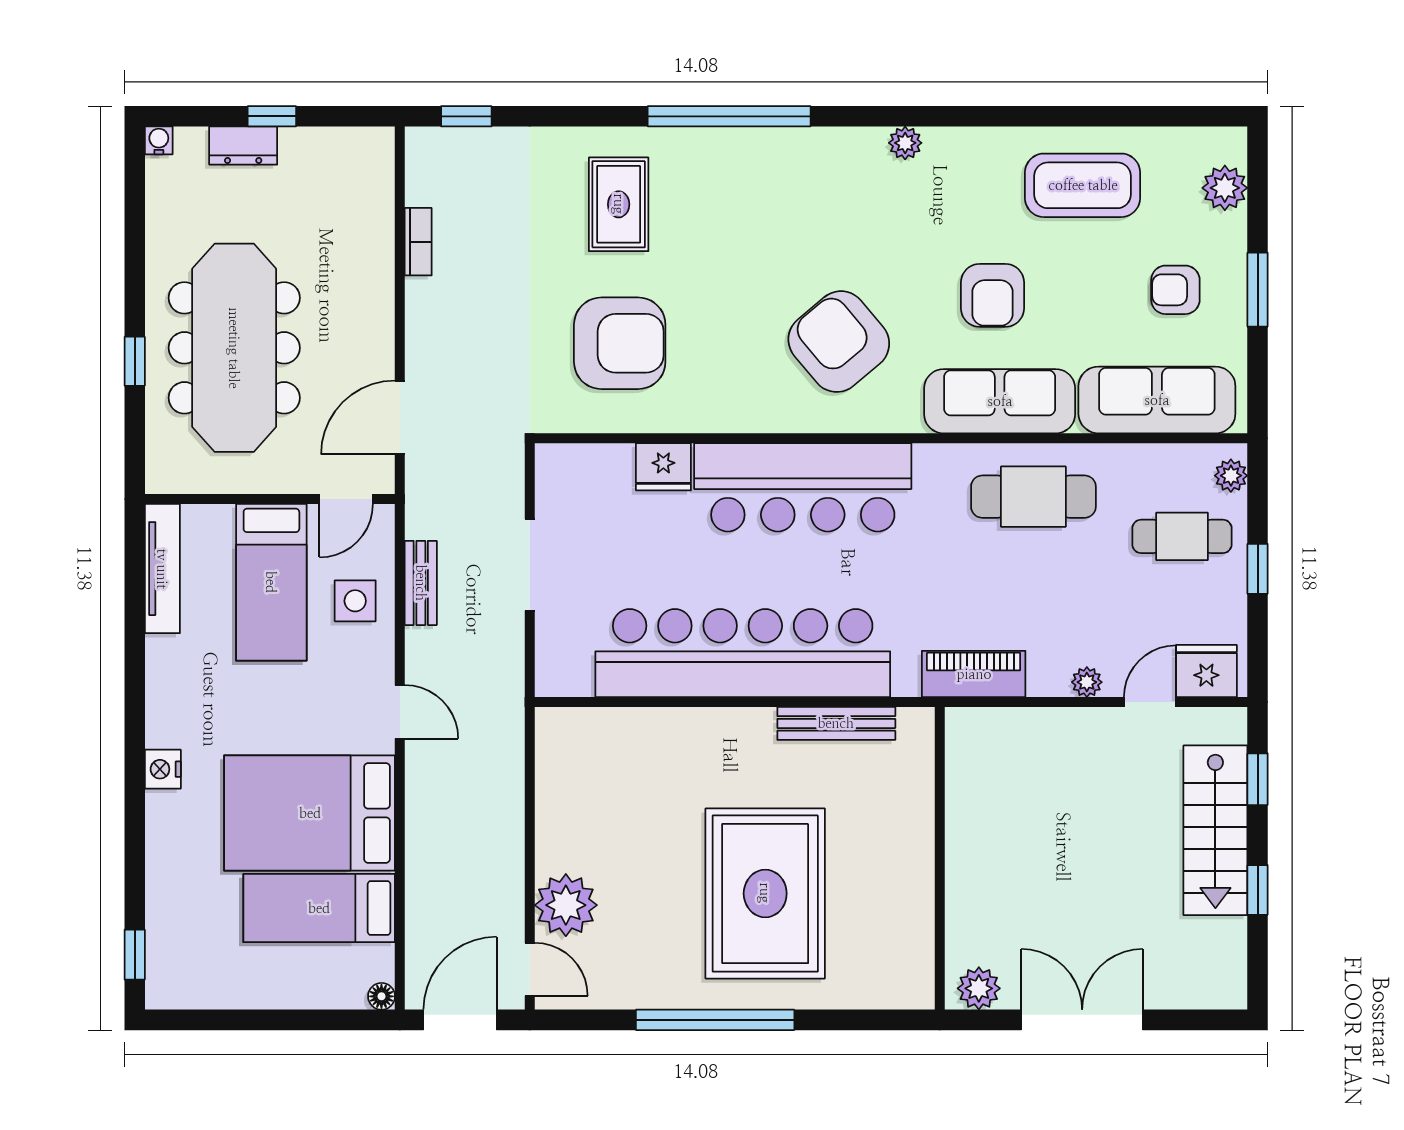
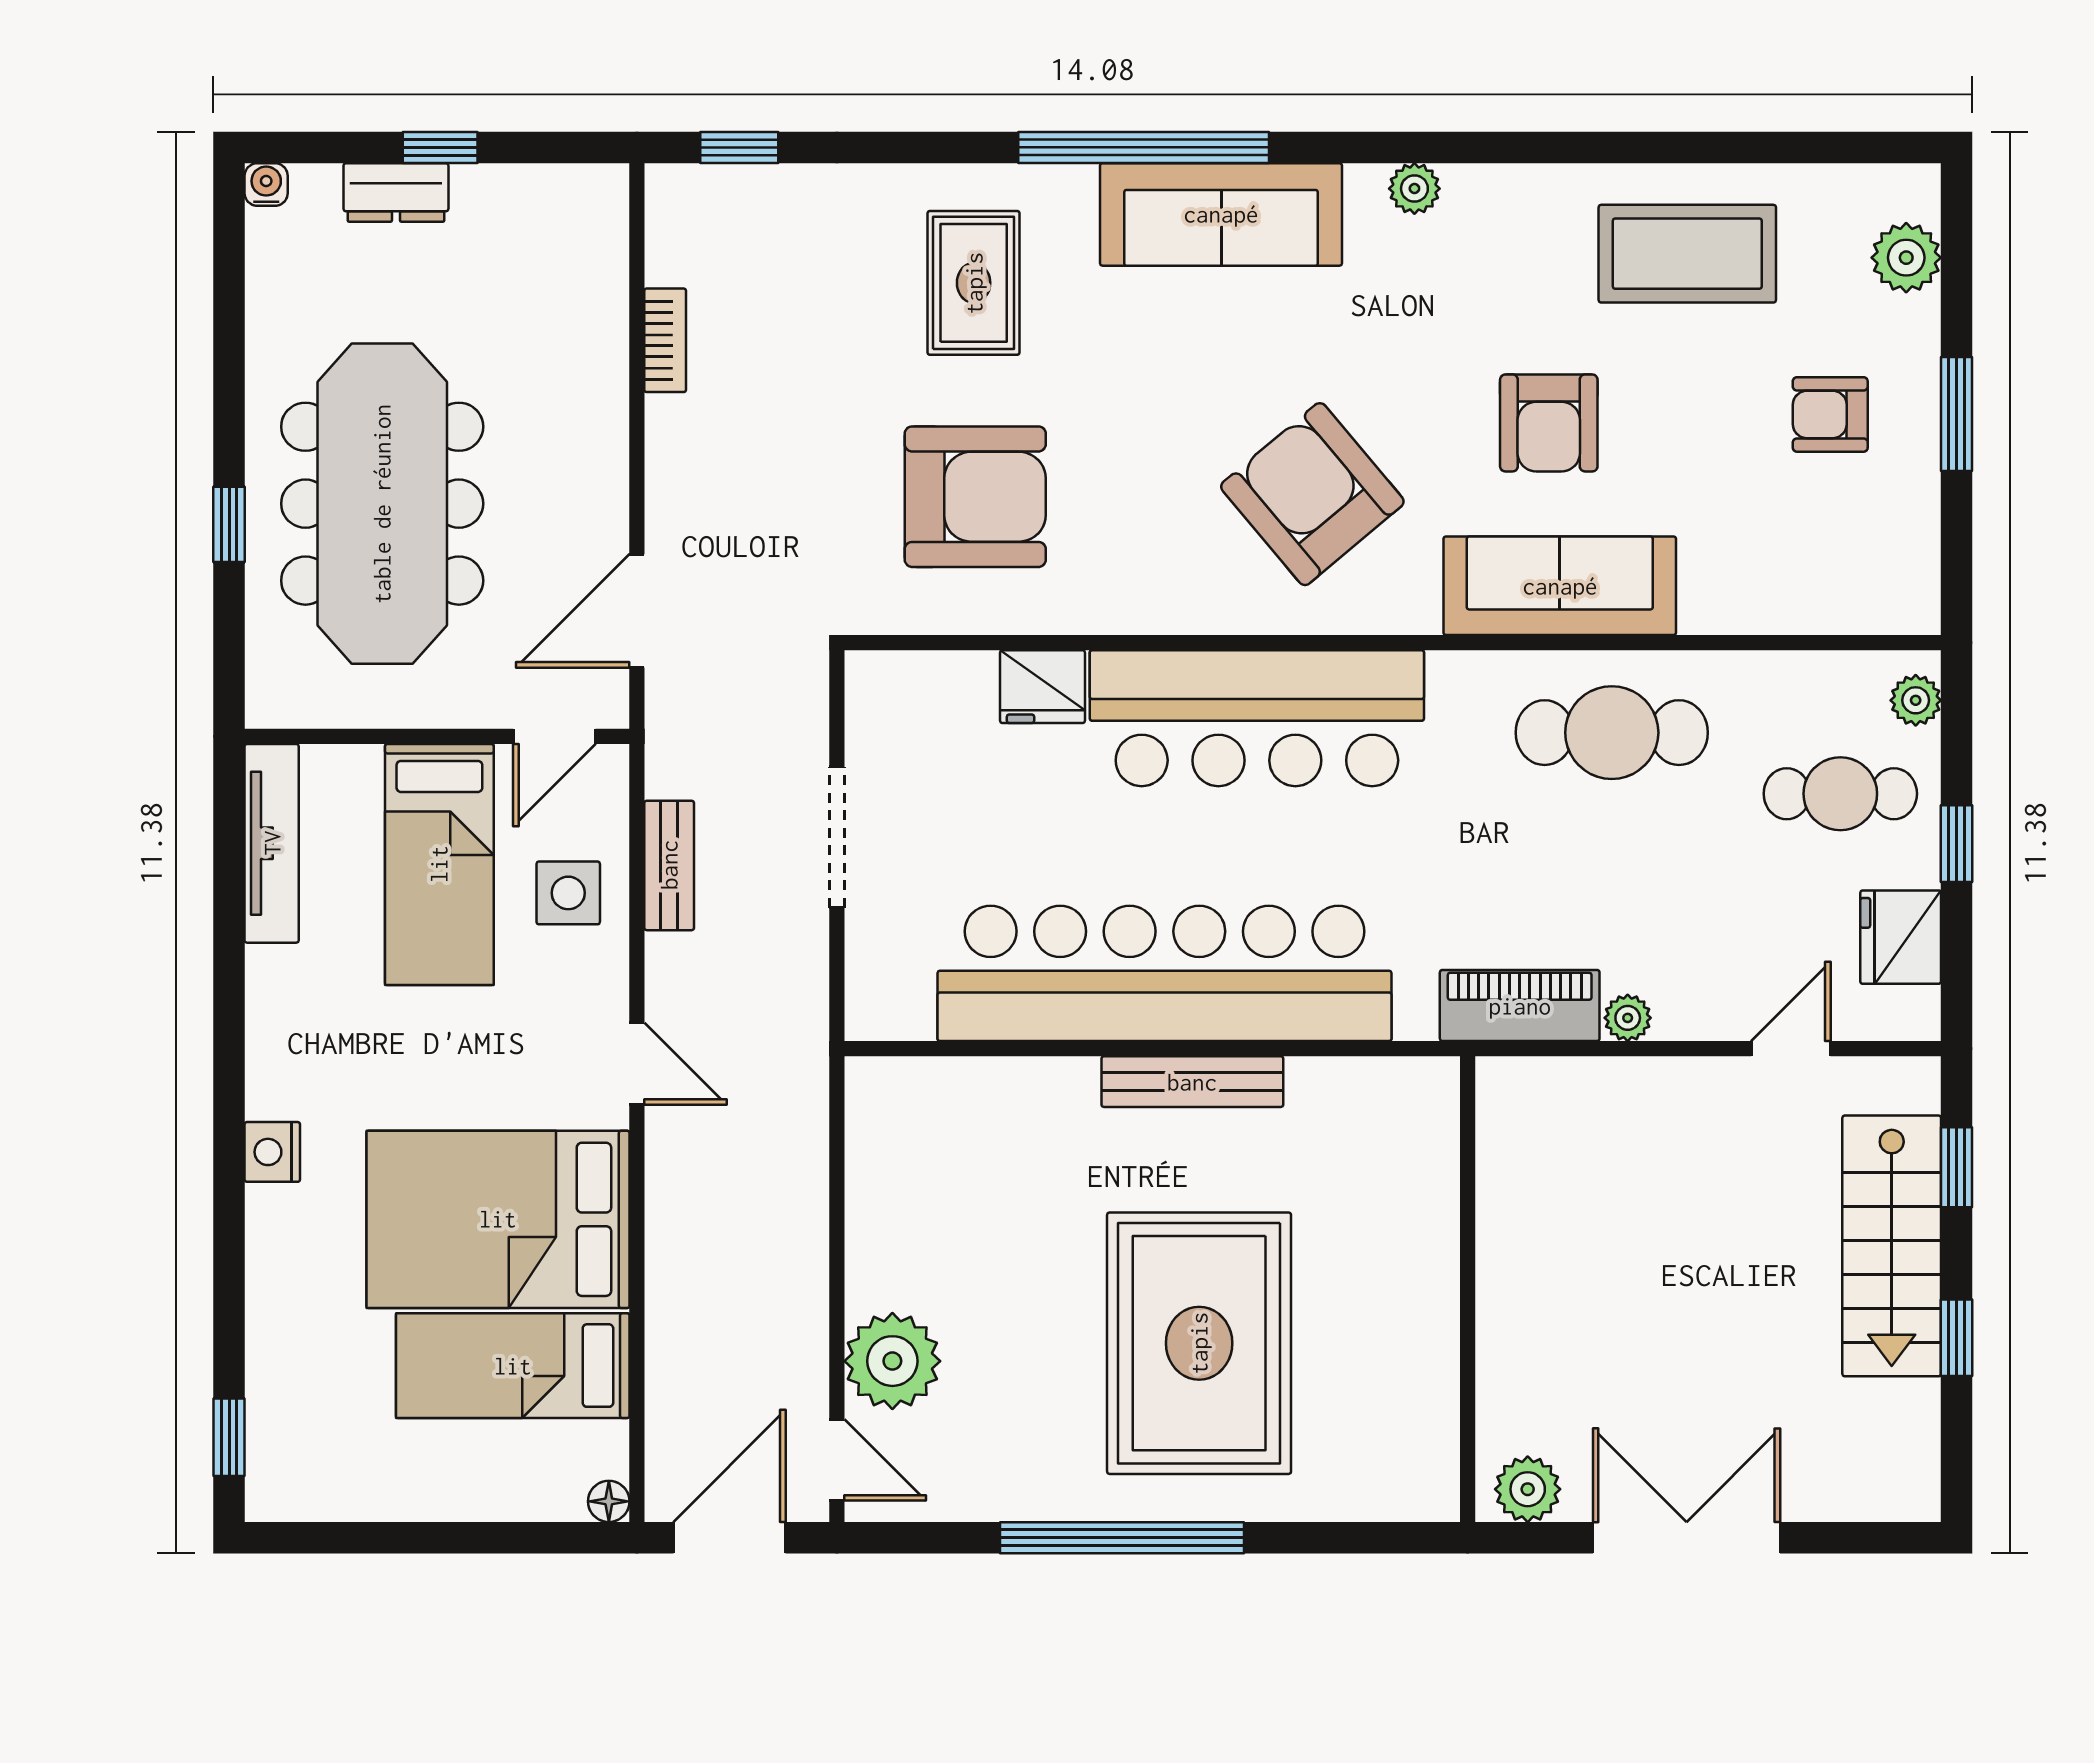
sofa: (1157, 400) -> (1221, 214), moved, turned 180
fridge: (1206, 671) -> (1901, 937), moved, turned -90
plant: (1087, 682) -> (1628, 1018), moved
bench: (836, 723) -> (1192, 1082), moved

